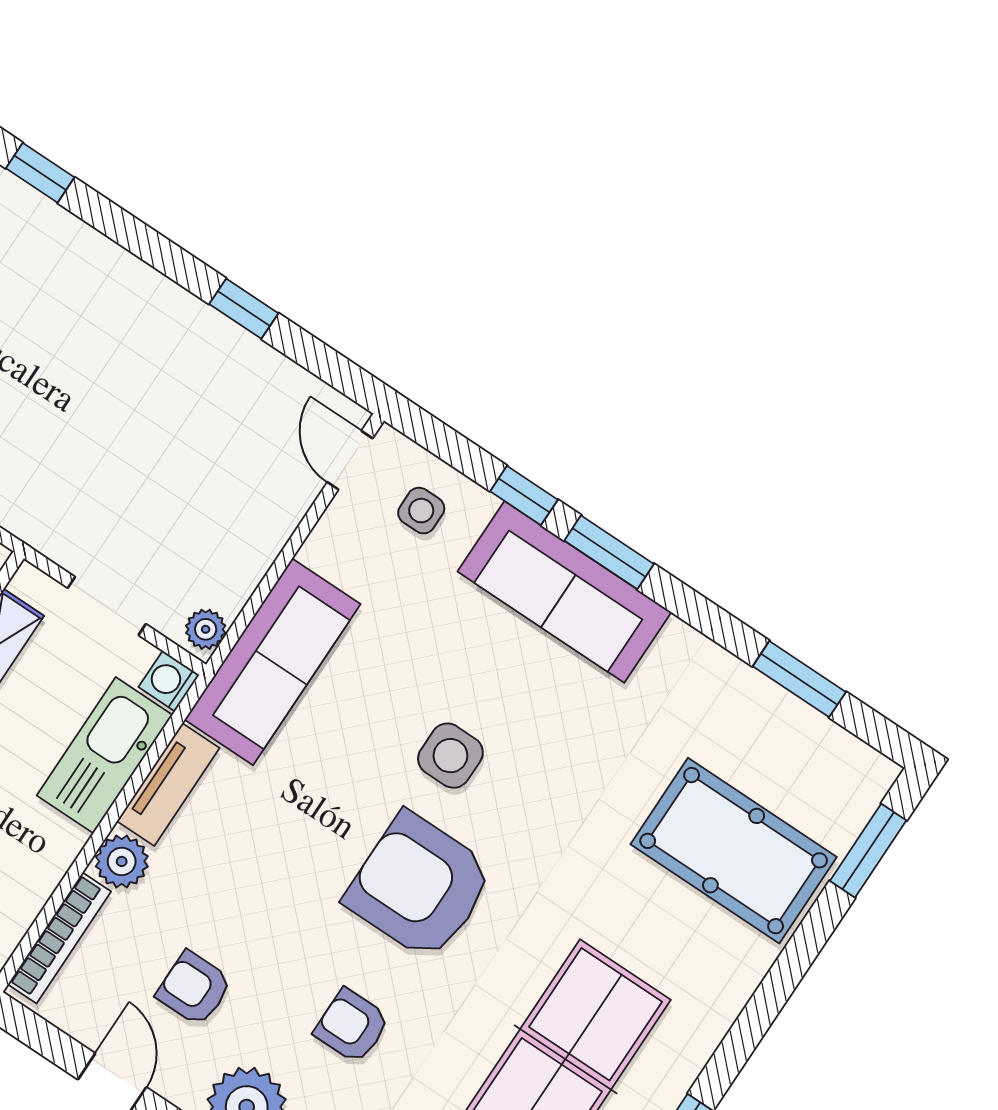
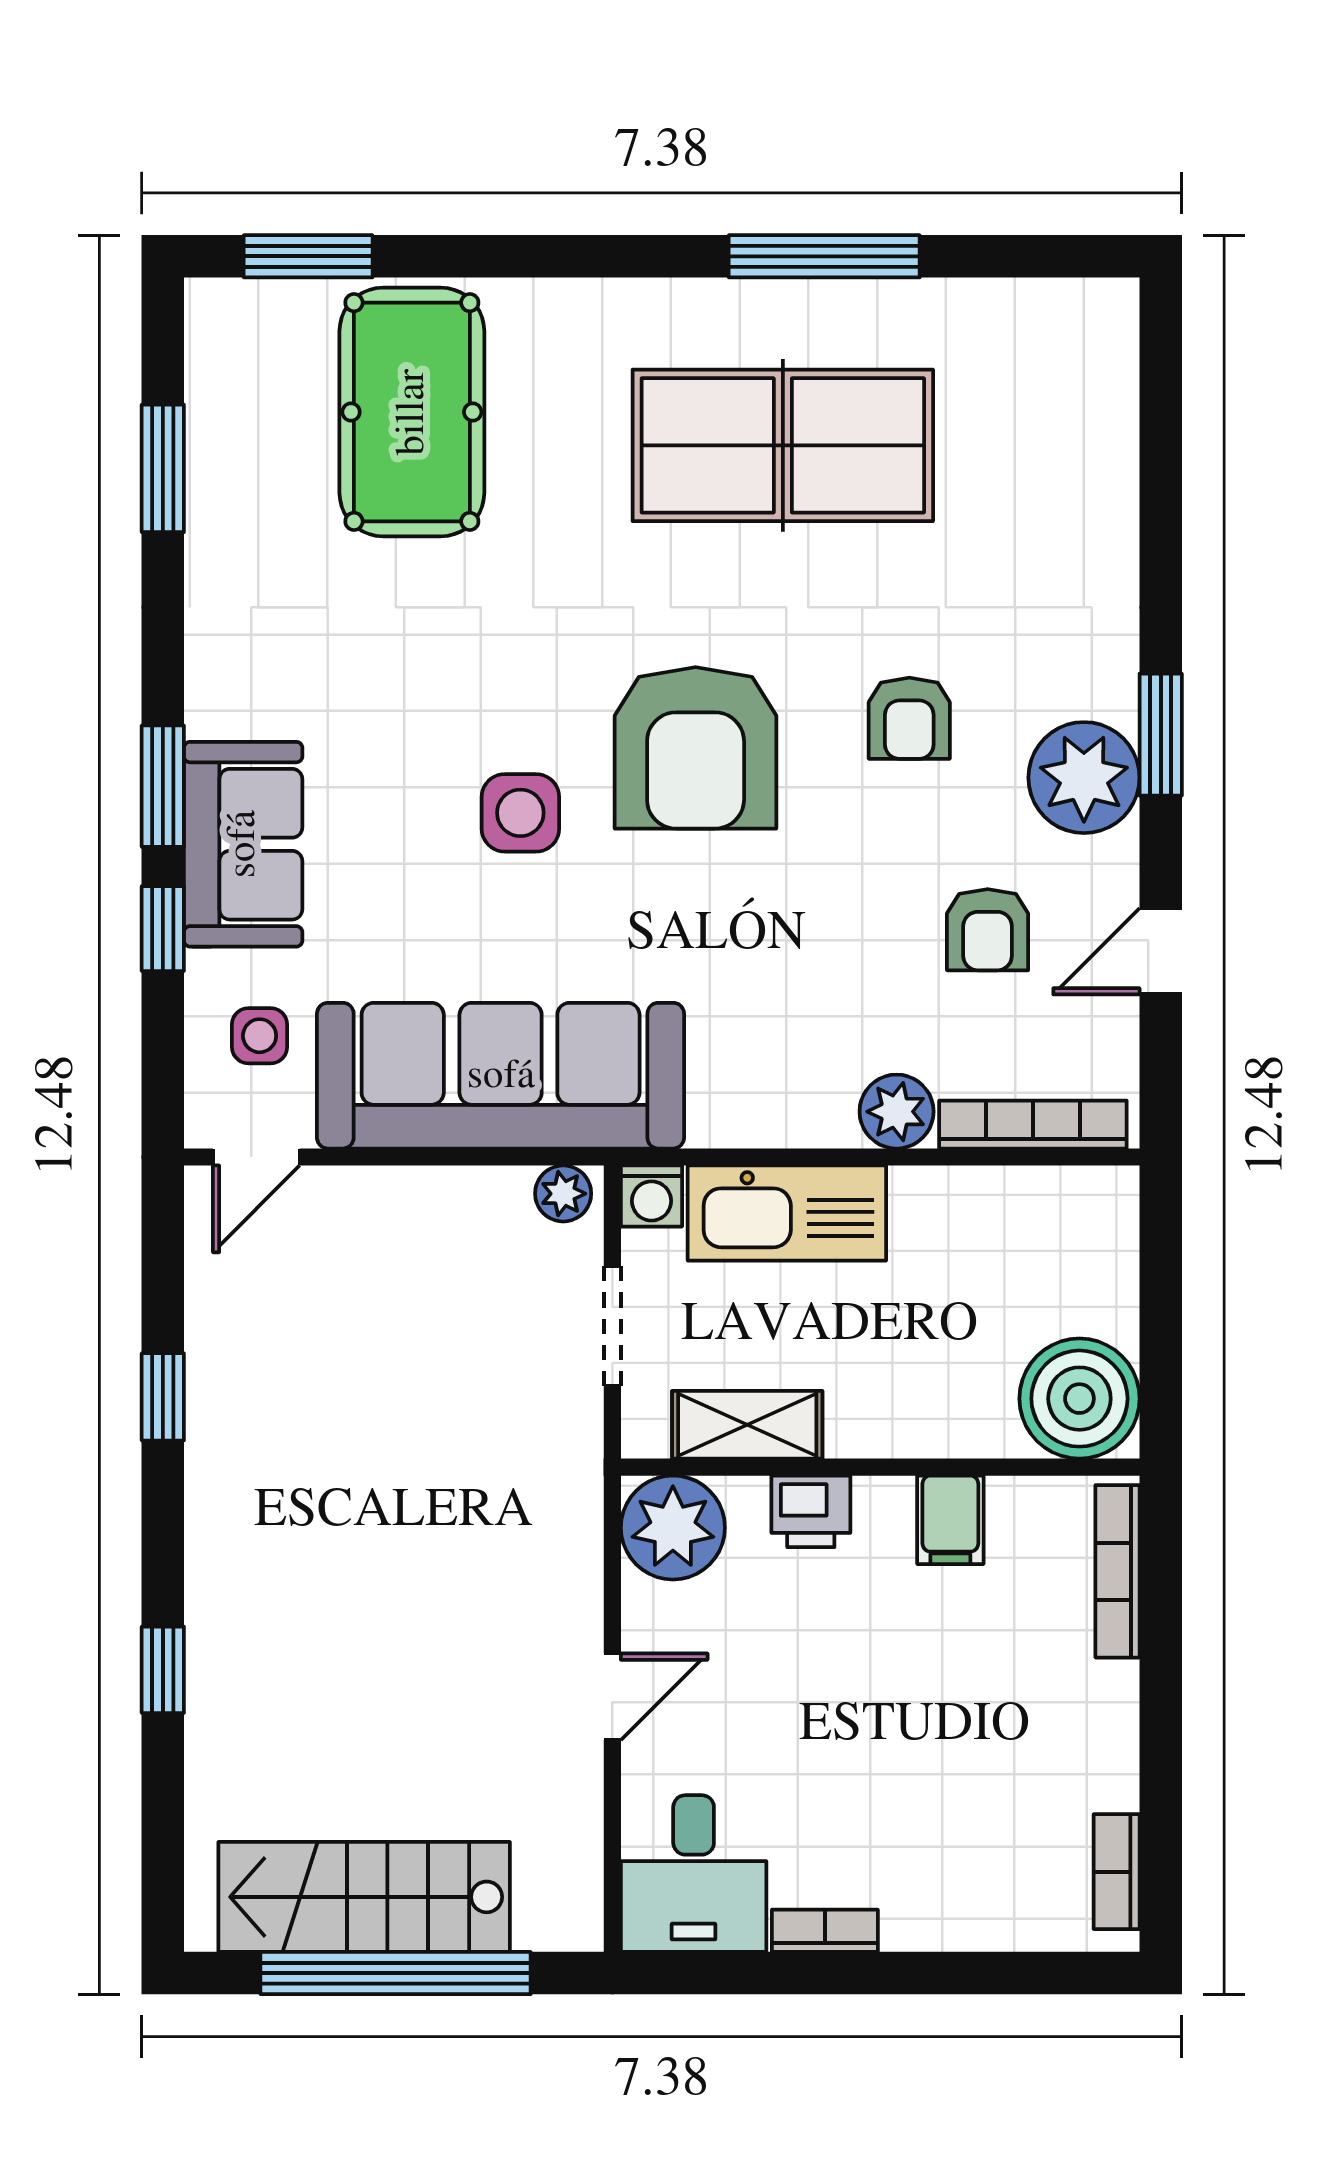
window: (40, 173) -> (163, 1670), moved
sofa: (564, 592) -> (243, 844), width x0.73
sofa: (272, 662) -> (501, 1076), width x1.36, depth x1.27
tv unit: (168, 785) -> (772, 1117), removed

